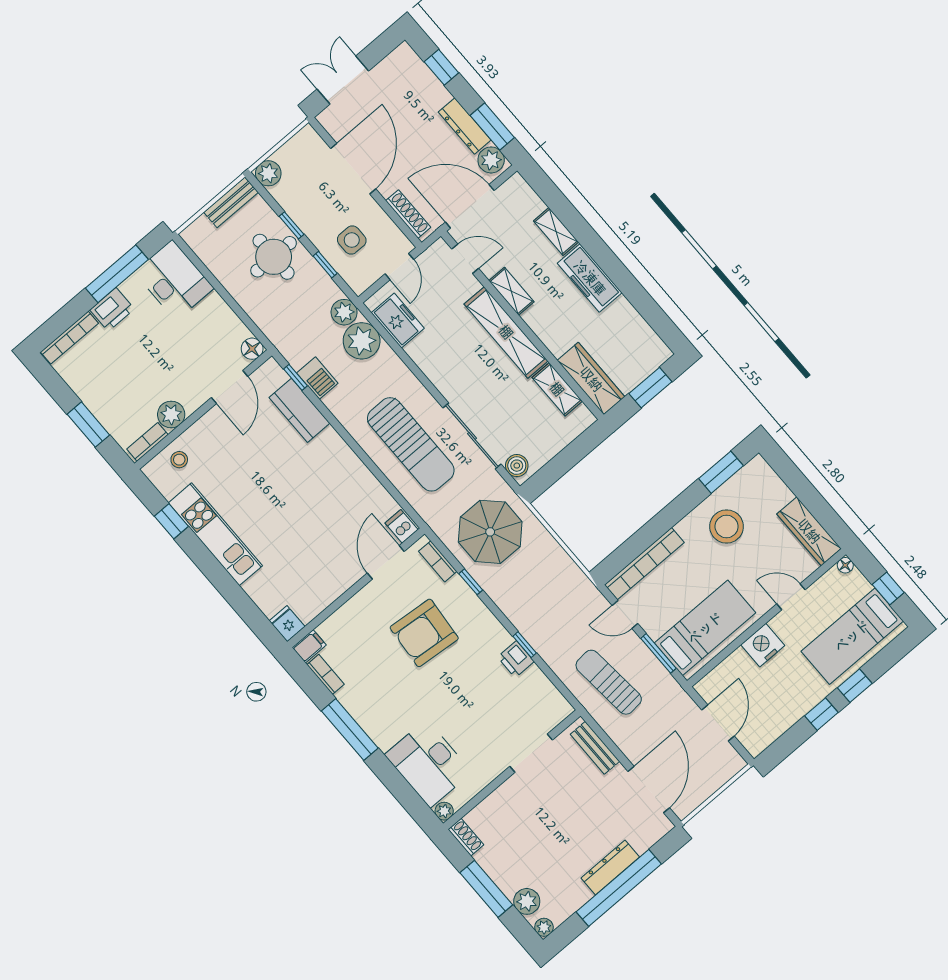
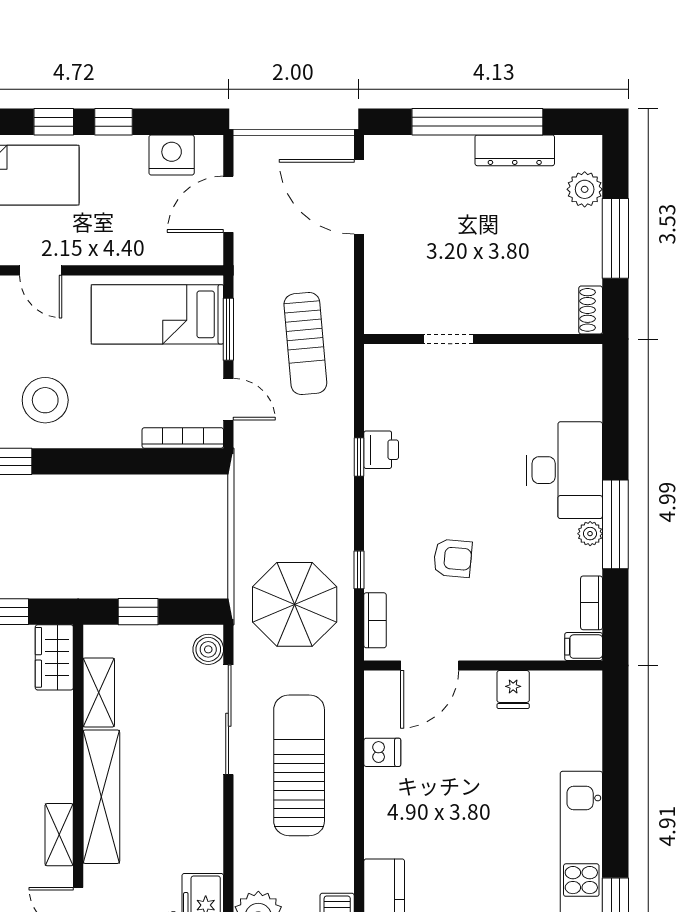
wardrobe: (591, 379) -> (54, 657), width x0.67
window: (574, 453) -> (138, 612), added
dishwasher: (402, 526) -> (382, 752), moved, turned -90
bookcase: (644, 564) -> (183, 438), width x0.68, depth x0.76
fridge: (287, 624) -> (513, 690), moved
armchair: (424, 633) -> (453, 558), width x0.53, depth x0.53
nightstand: (763, 645) -> (172, 155), moved, turned 180
bench: (595, 748) -> (378, 288), removed
doorway: (531, 753) -> (449, 339), width x0.73
desk: (428, 763) -> (564, 470), moved
door: (649, 790) -> (359, 197), hinge flipped
plant: (444, 811) -> (590, 534), moved
dresser: (610, 868) -> (515, 150), moved
plant: (544, 927) -> (590, 147), removed

